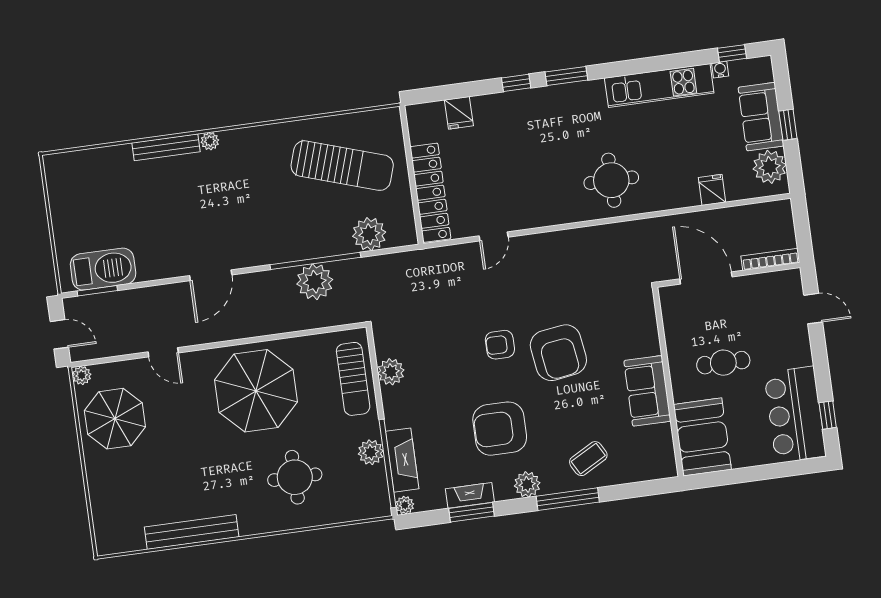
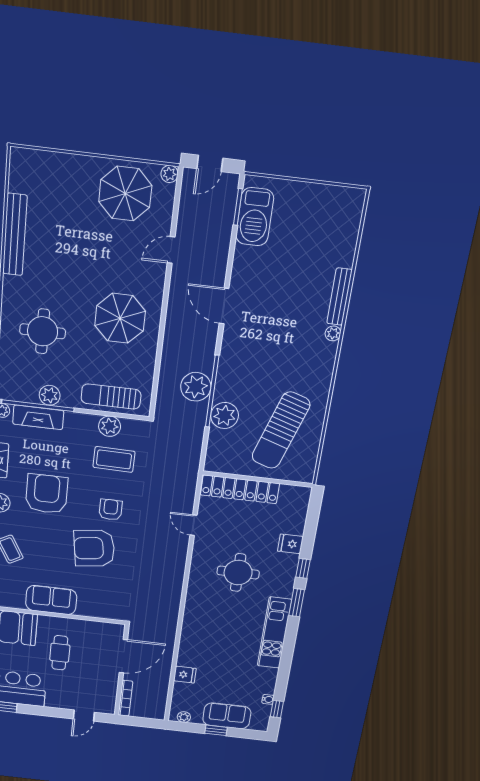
kitchen unit: (659, 85) -> (274, 633), moved
fridge: (459, 113) -> (290, 544), moved
plant: (770, 167) -> (184, 717), width x0.53, depth x0.53
round table: (611, 180) -> (238, 573), moved
plant: (369, 234) -> (225, 416), moved
coffee table: (432, 356) -> (114, 459), added
parasol: (256, 391) -> (120, 318), width x0.73, depth x0.73

